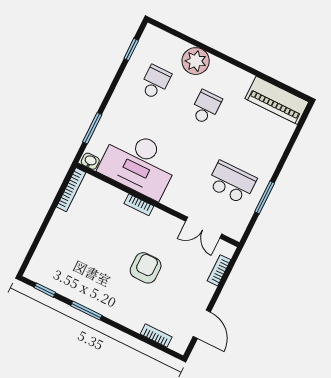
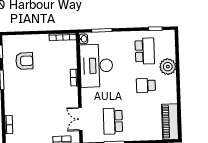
school desk: (155, 82) -> (145, 51), width x1.85
school desk: (206, 107) -> (146, 86), turned 180
school desk: (232, 182) -> (113, 121), turned 180
armchair: (146, 268) -> (24, 61), moved

